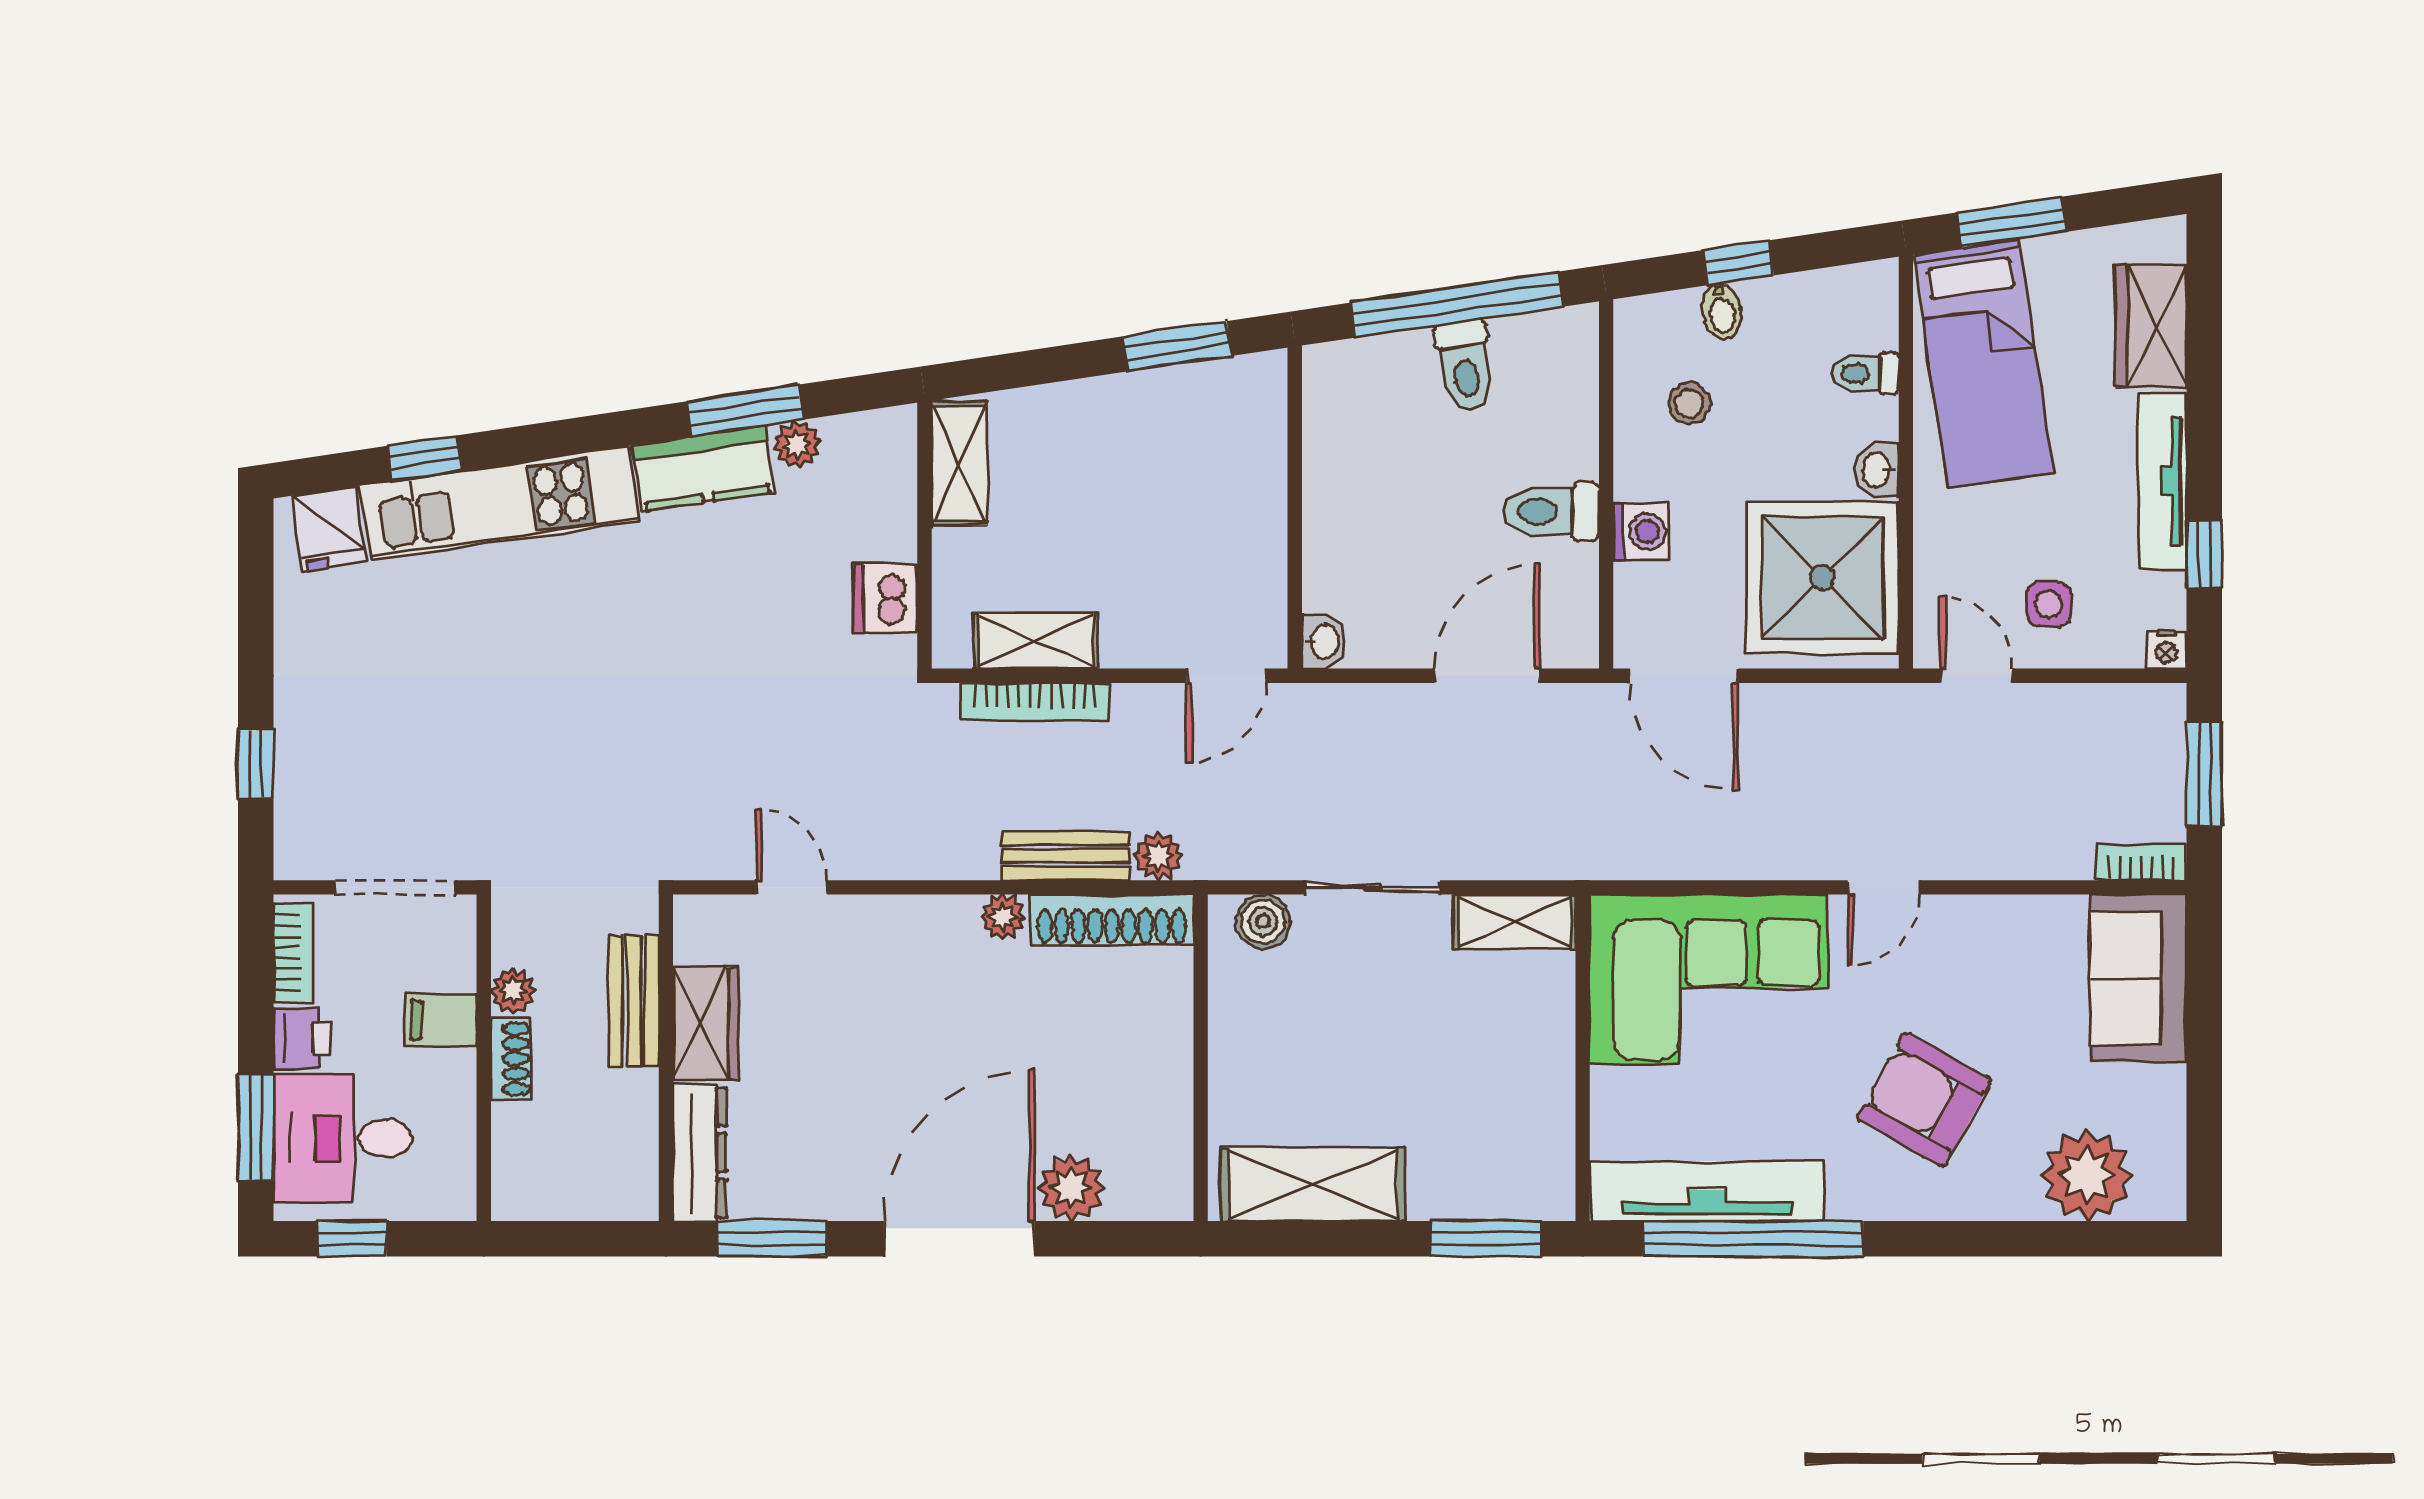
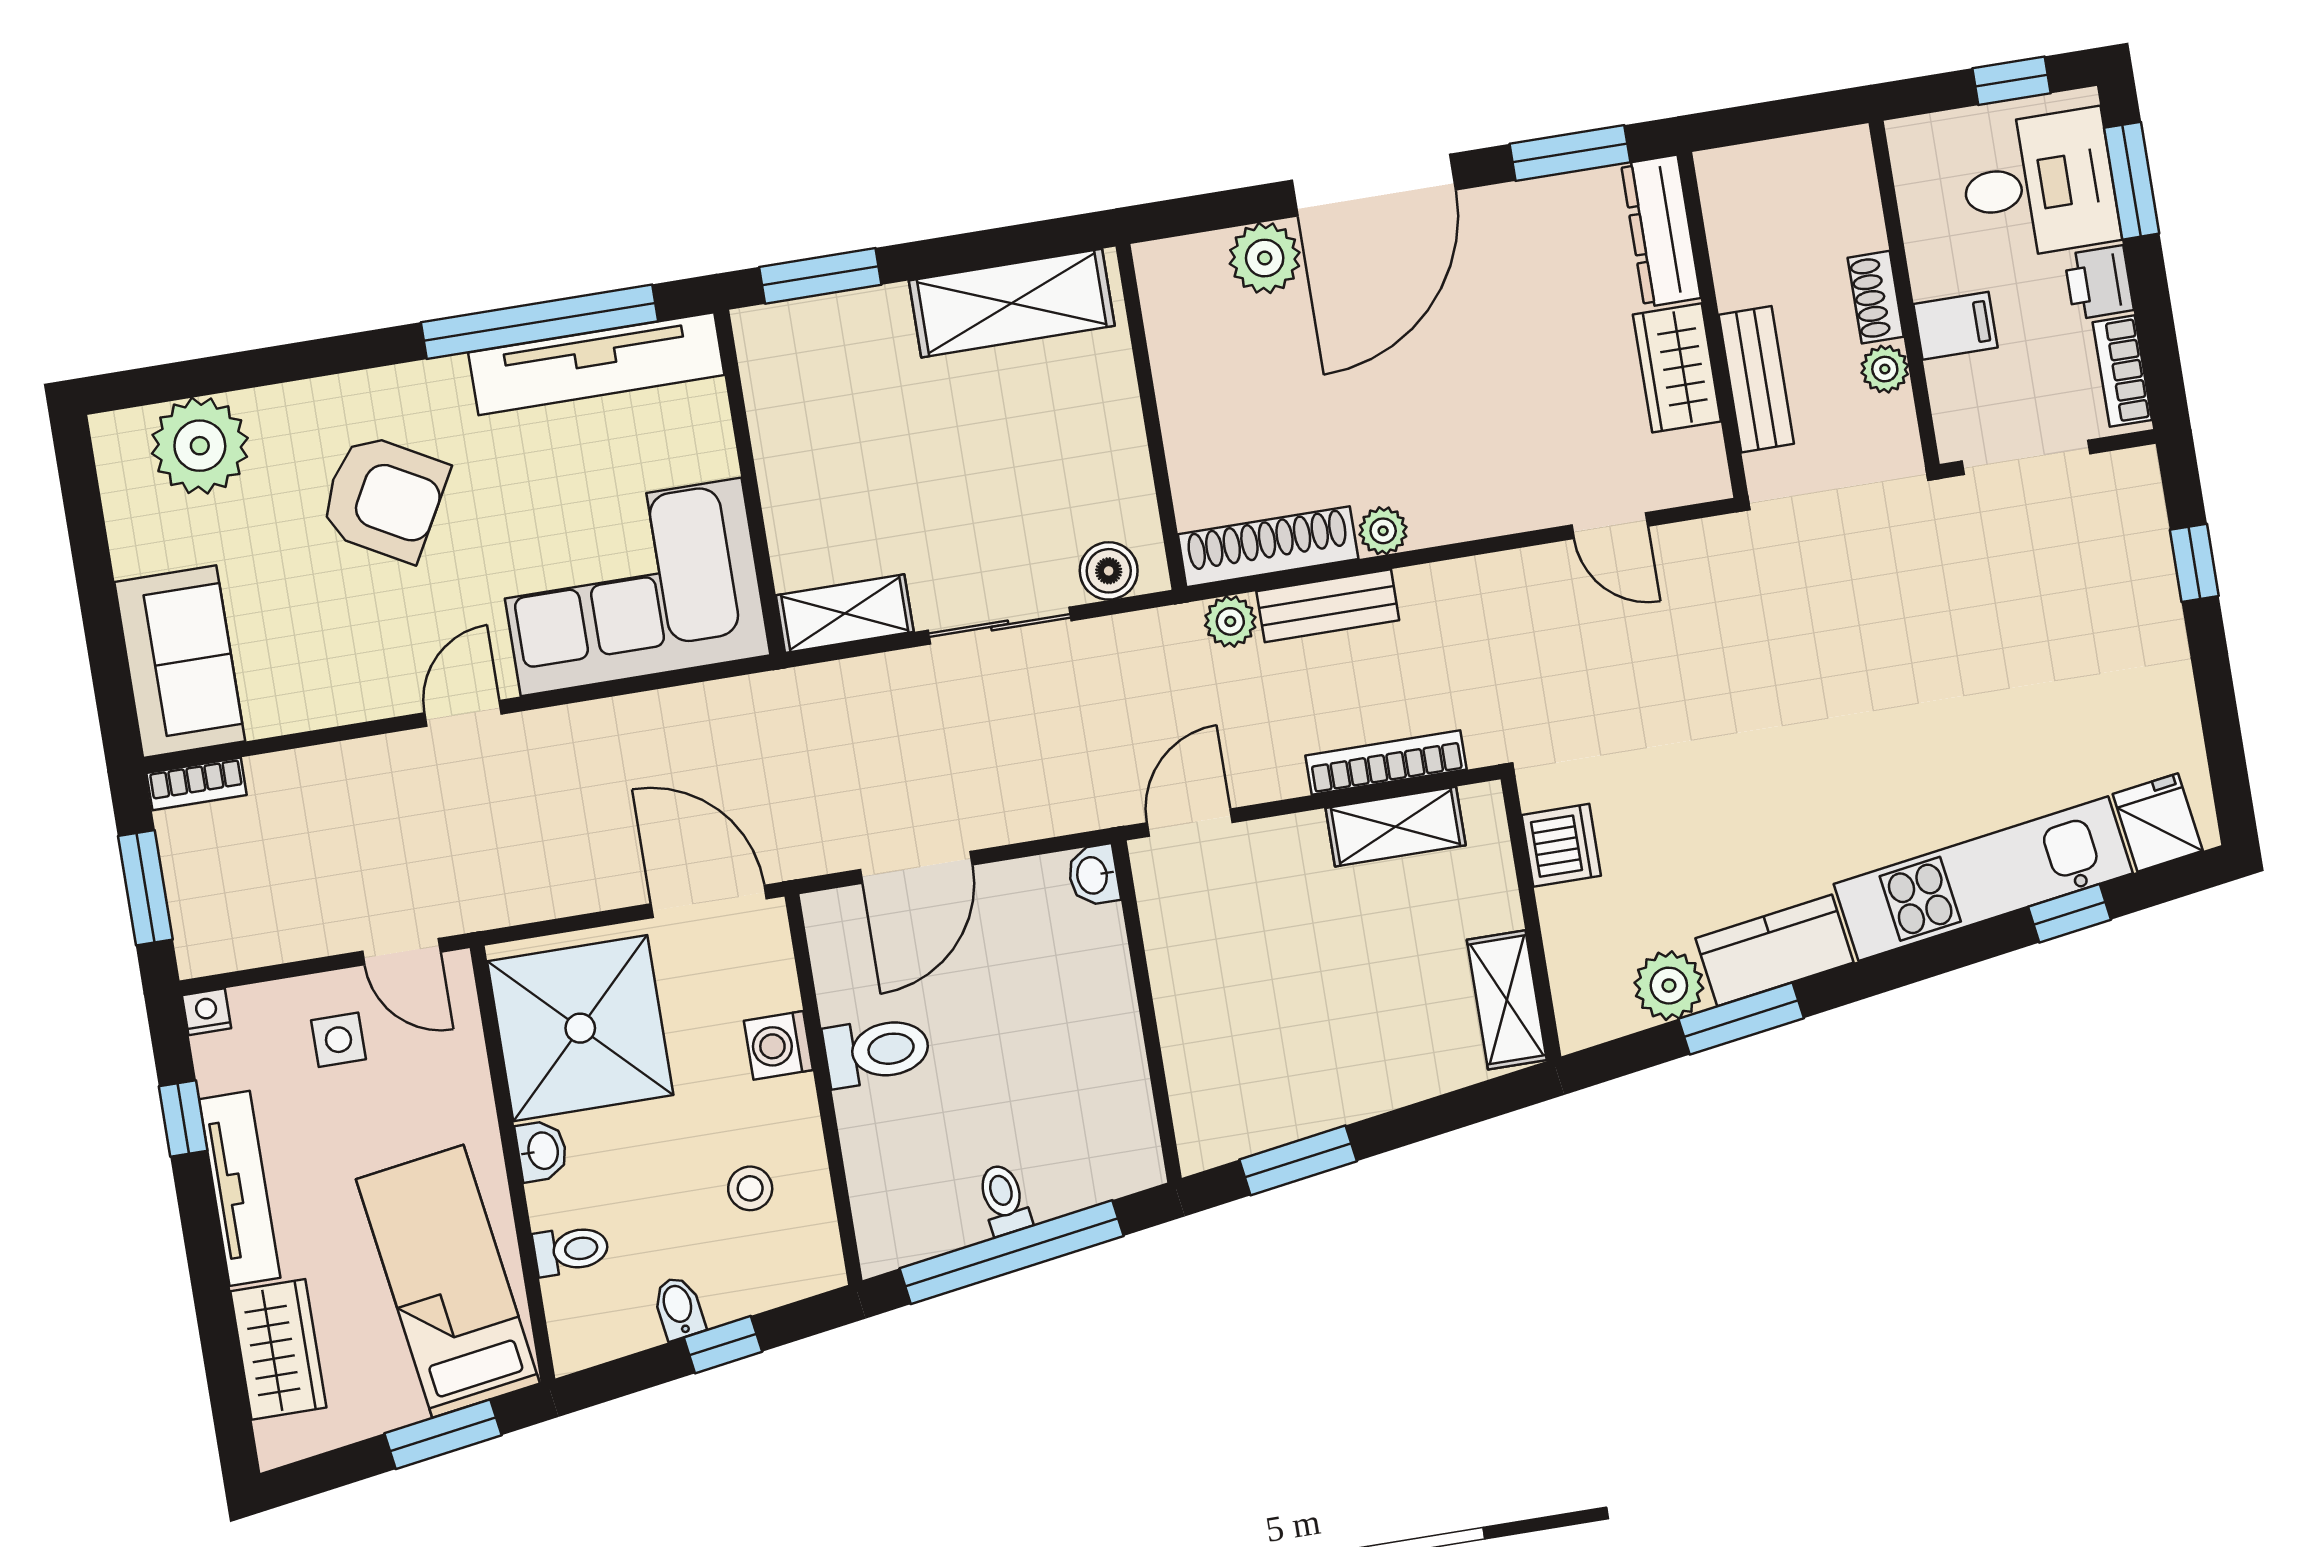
bidet: (1722, 311) -> (679, 1308), moved
toilet: (1465, 366) -> (1004, 1199), width x0.73, depth x0.72
plant: (797, 445) -> (1669, 986), width x1.38, depth x1.38

